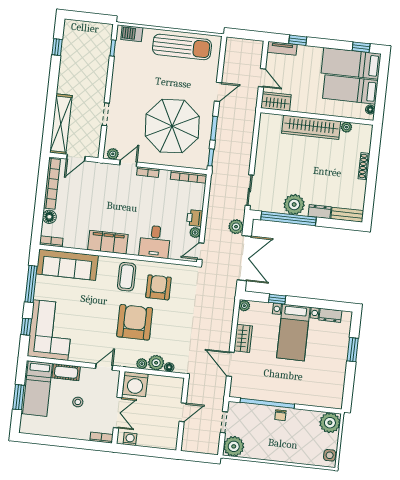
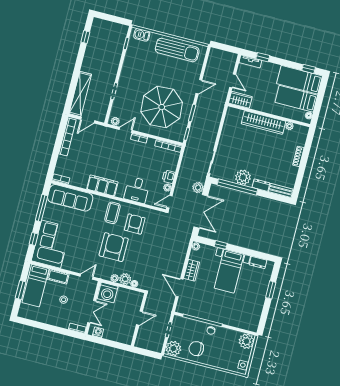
floor lamp: (49, 217) -> (62, 161), removed
chair: (264, 442) -> (196, 349), added

